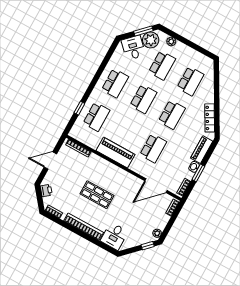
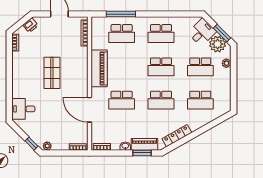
window: (79, 108) -> (121, 14), width x2.17
window: (198, 173) -> (142, 153), moved
door: (156, 186) -> (89, 110), moved
bookcase: (84, 227) -> (17, 77), removed

